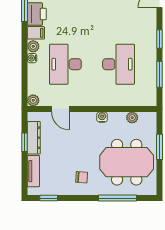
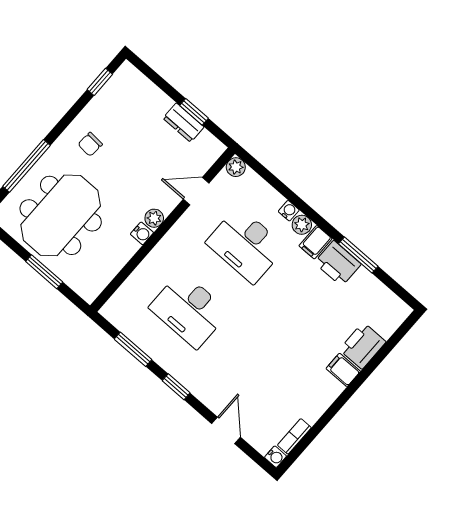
desk: (65, 64) -> (246, 245), turned 180
plant: (132, 118) -> (154, 218), moved
dresser: (34, 138) -> (183, 123), width x0.70
tv unit: (33, 171) -> (149, 92), removed

